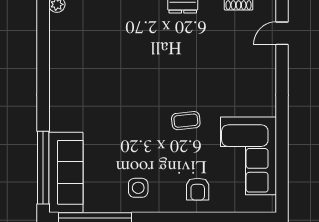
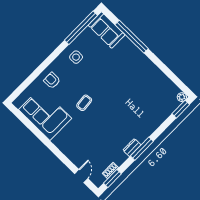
window: (43, 168) -> (132, 37), moved
sofa: (66, 172) -> (107, 30), width x0.73

